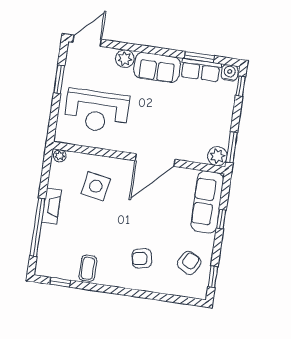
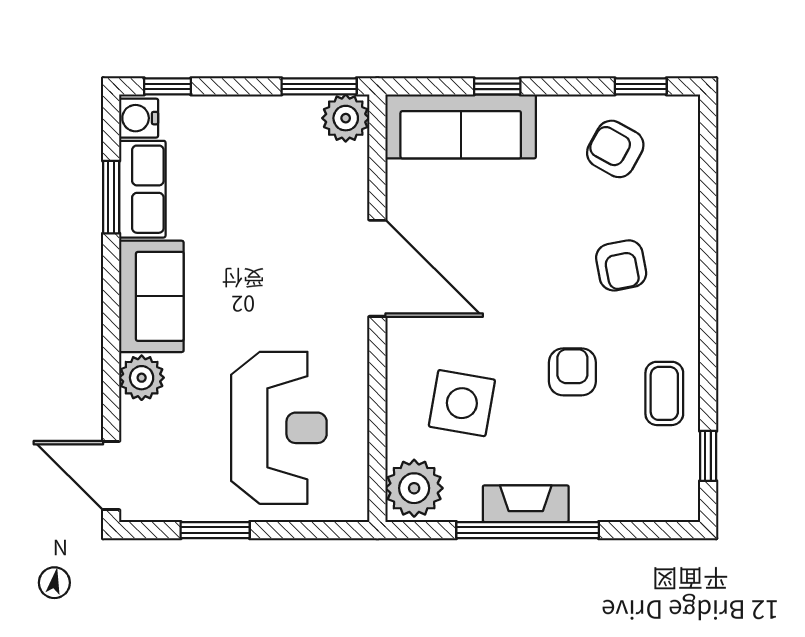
plant: (60, 156) -> (414, 488), width x1.88, depth x1.88
window: (38, 227) -> (528, 530), moved
armchair: (102, 233) -> (572, 372), added
coffee table: (88, 268) -> (664, 393), turned 90

